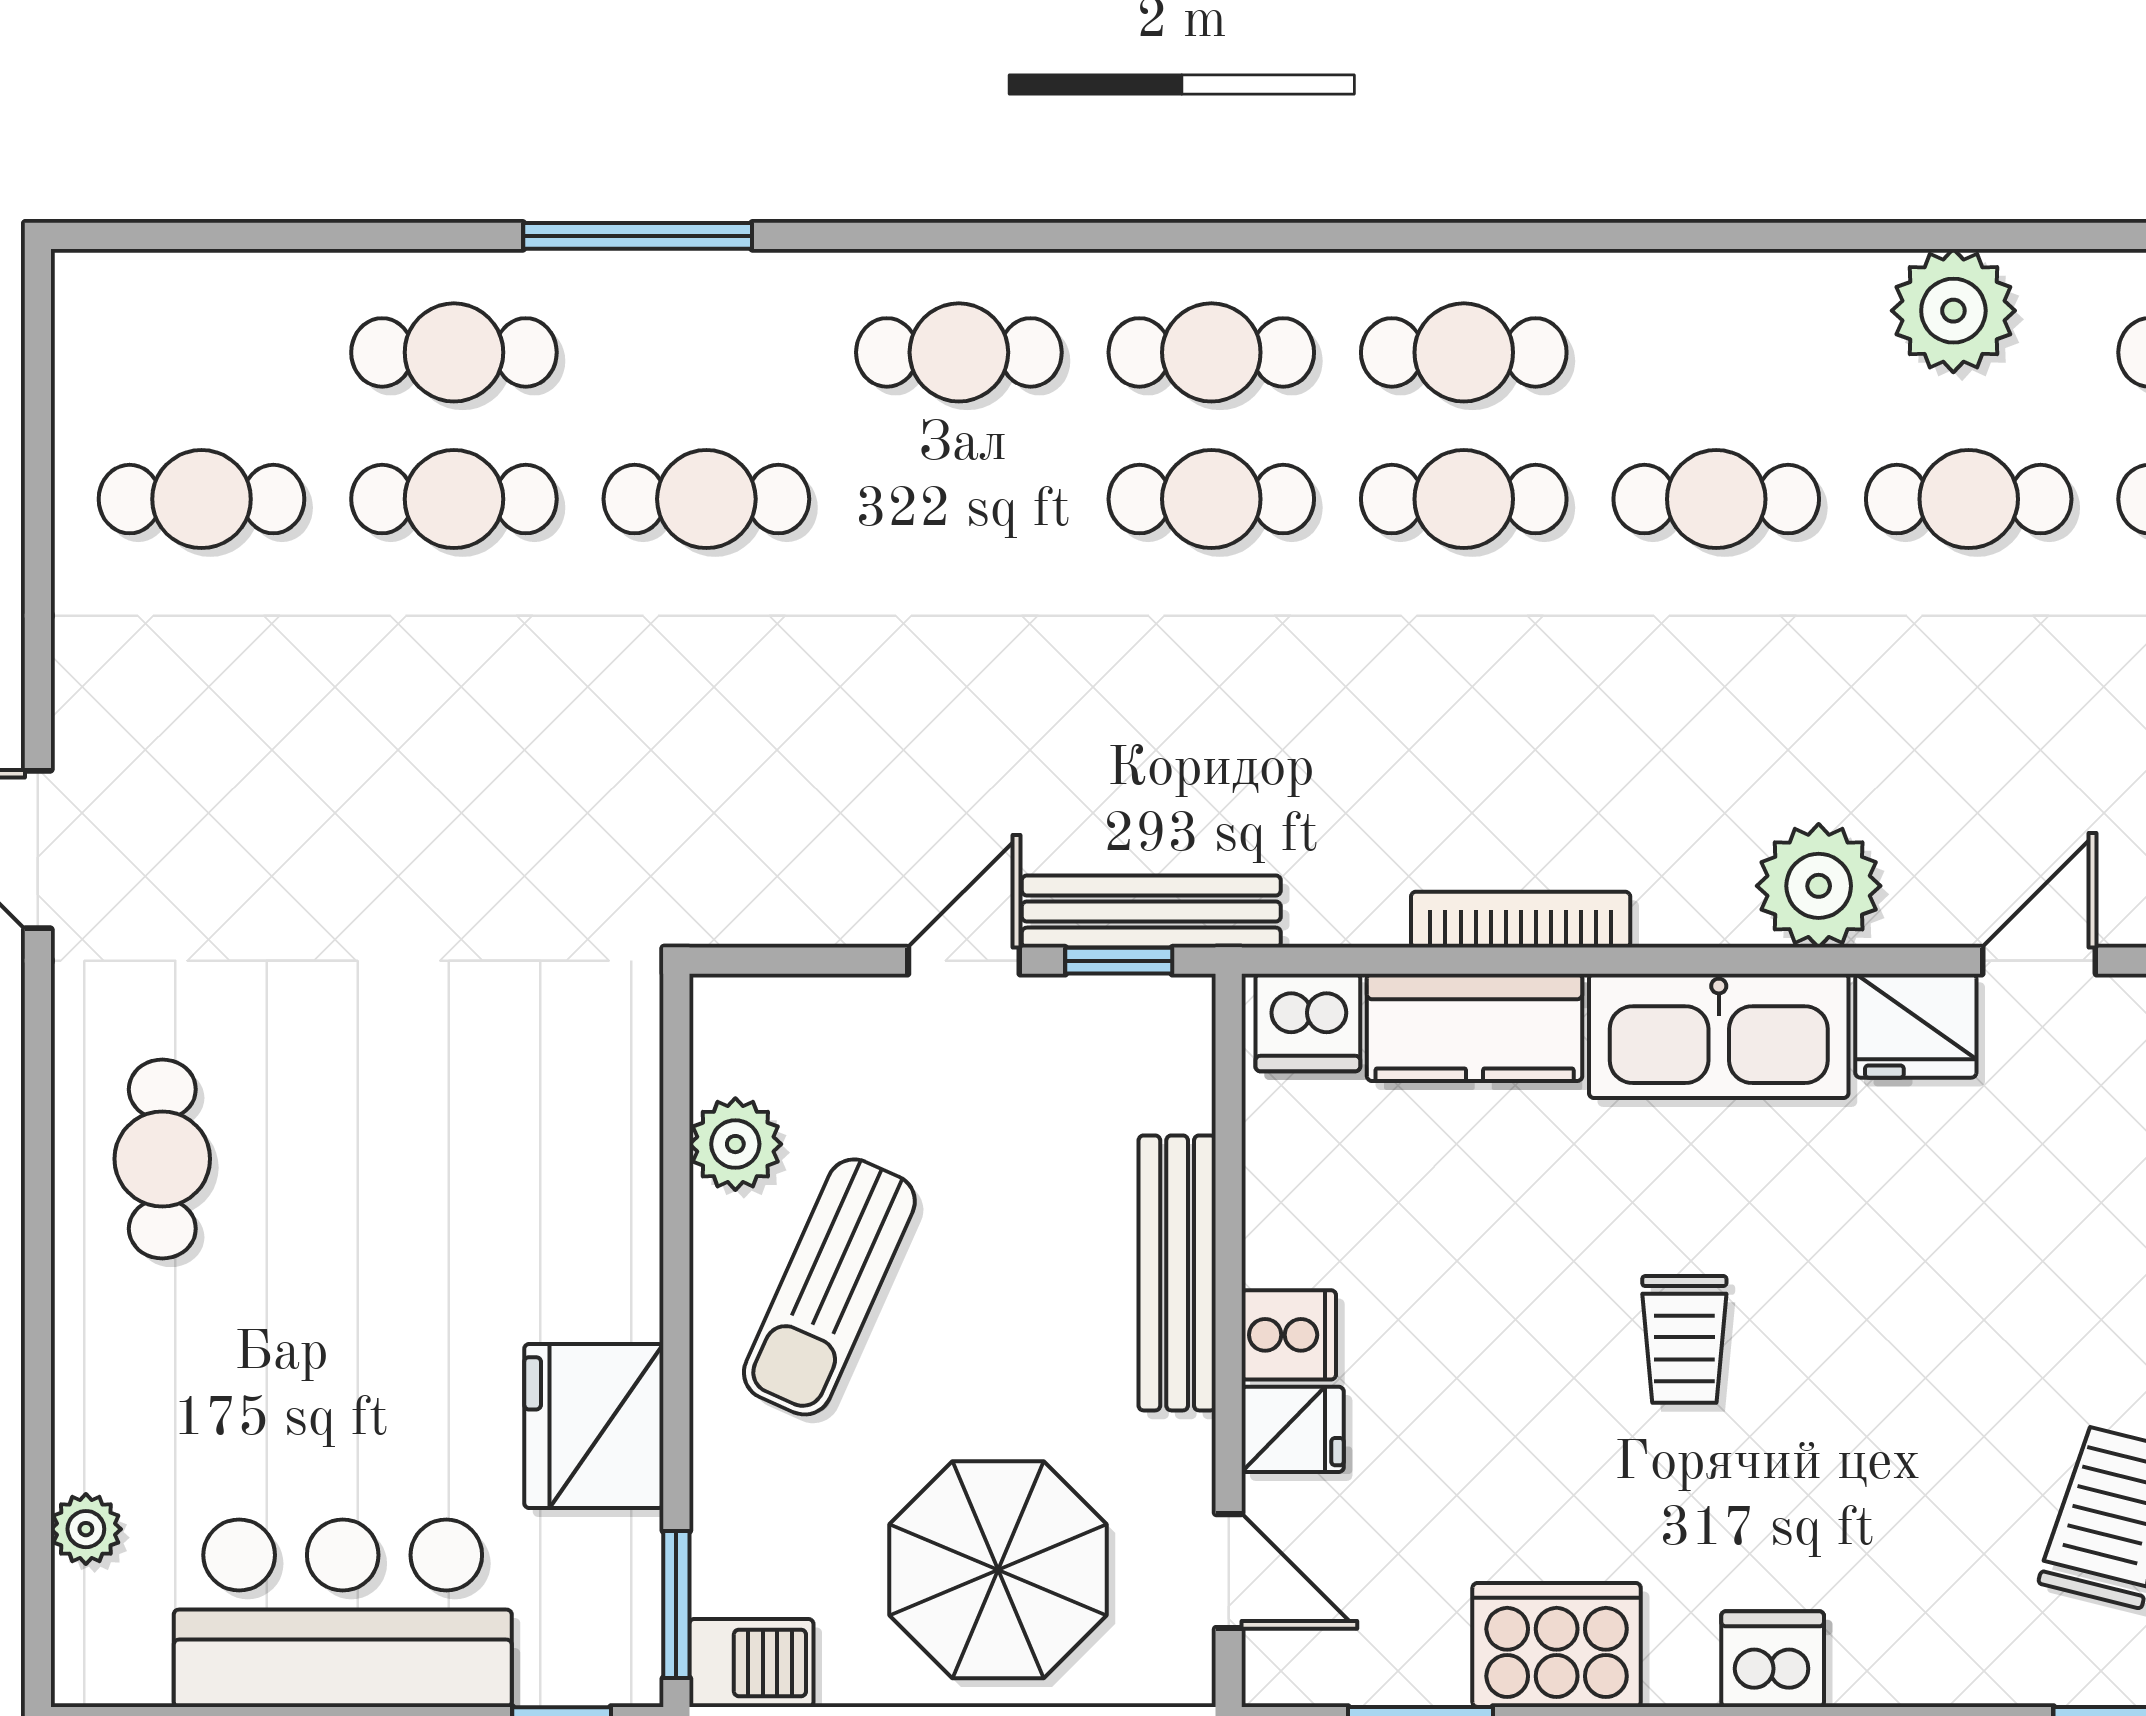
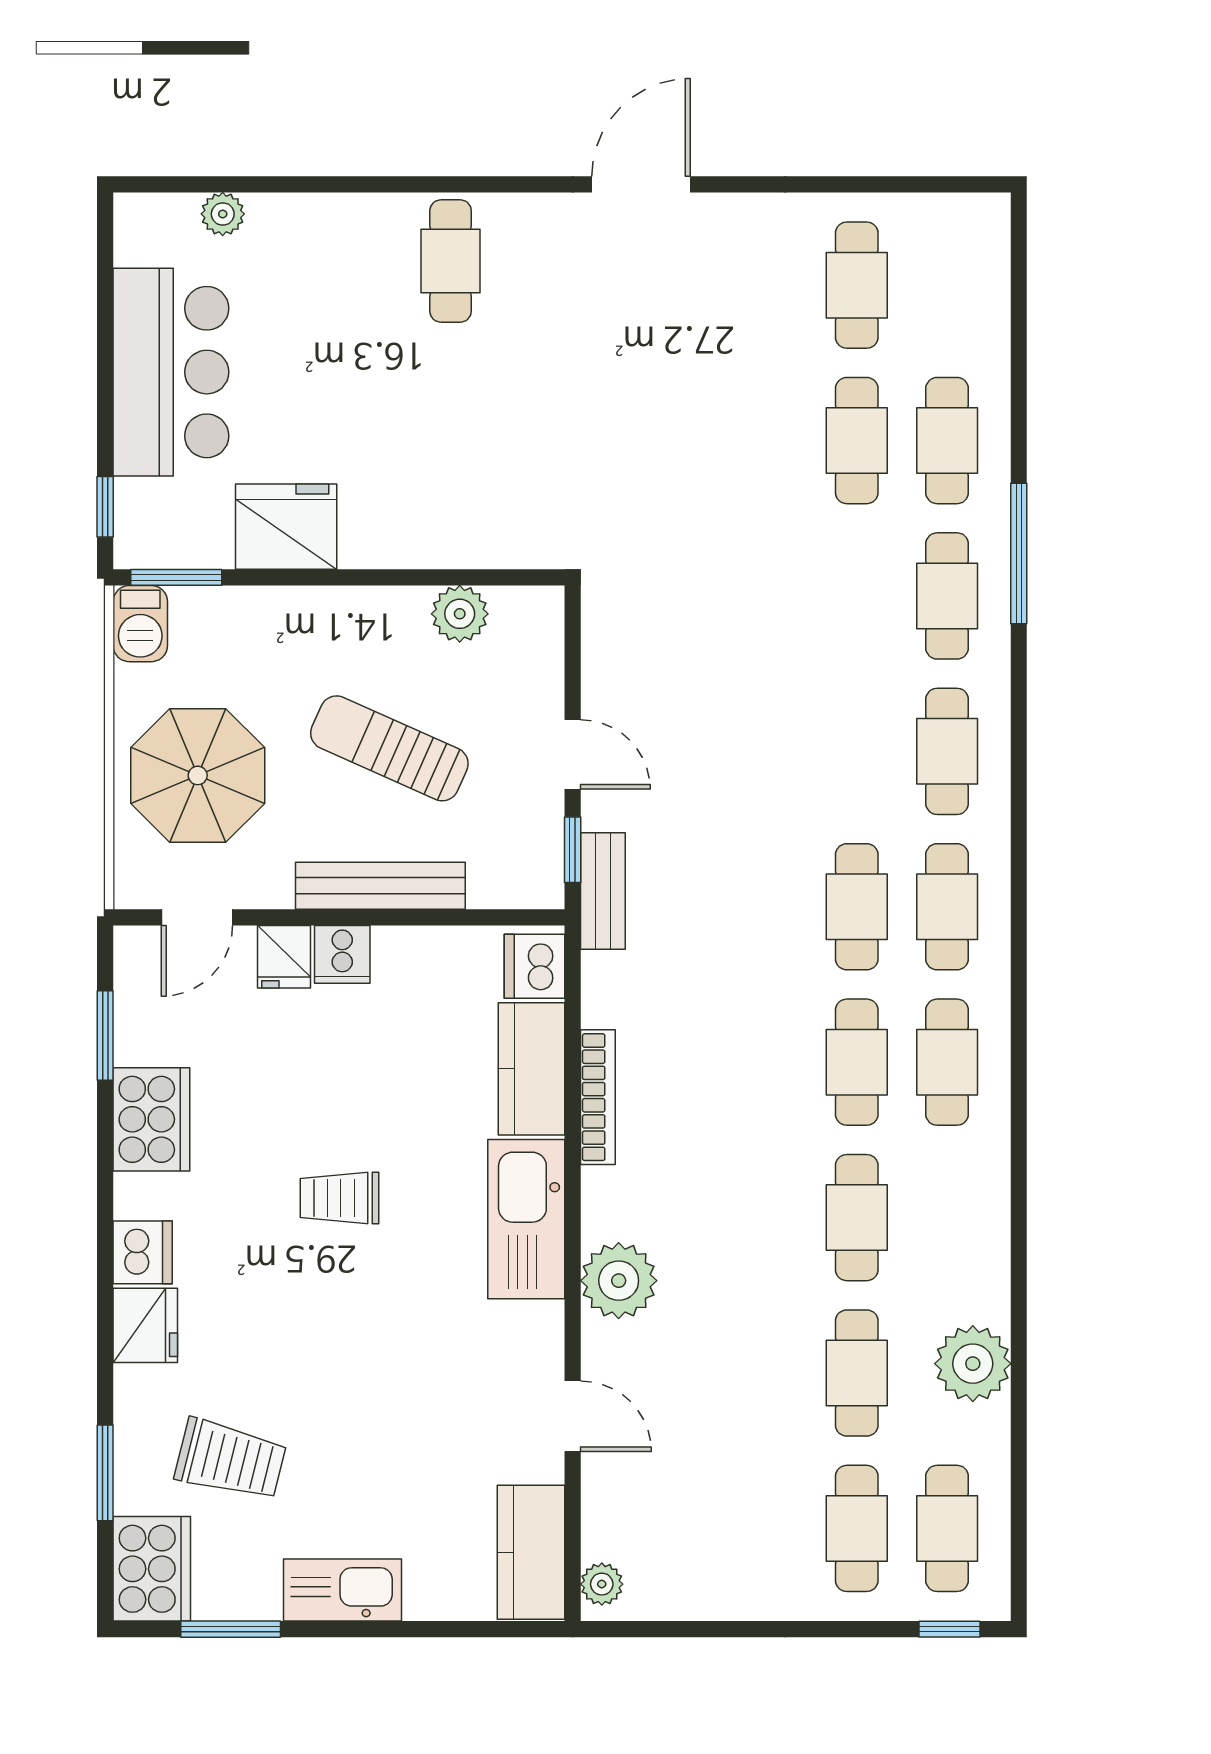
cafe table: (706, 499) -> (947, 596), moved
bench: (1151, 912) -> (603, 891), width x0.73
fridge: (1916, 1026) -> (145, 1325), moved, turned 180
cafe table: (162, 1159) -> (451, 261), turned 90
sun lounger: (829, 1287) -> (389, 748), moved

